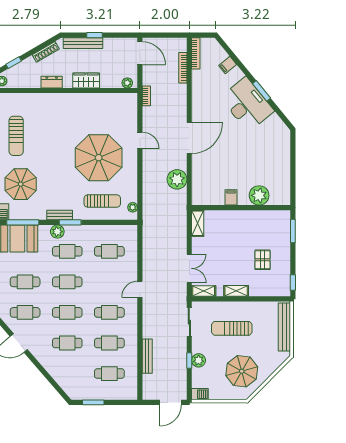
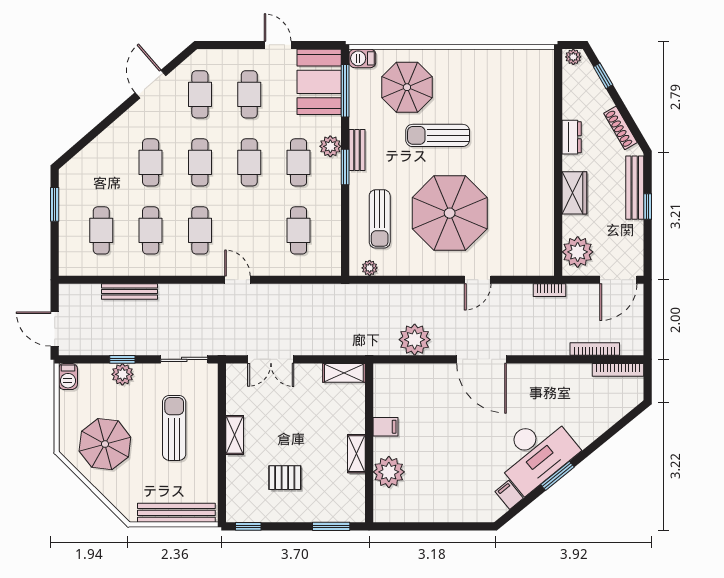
filing cabinet: (228, 65) -> (509, 495), moved
plant: (127, 83) -> (578, 252), width x1.87, depth x1.87
sun lounger: (16, 136) -> (438, 135), moved
shelving: (204, 291) -> (356, 454), moved

